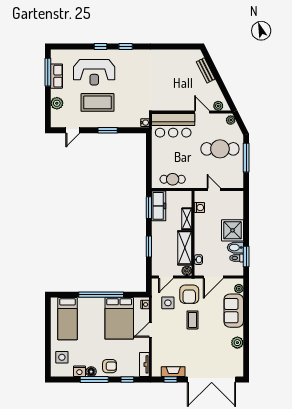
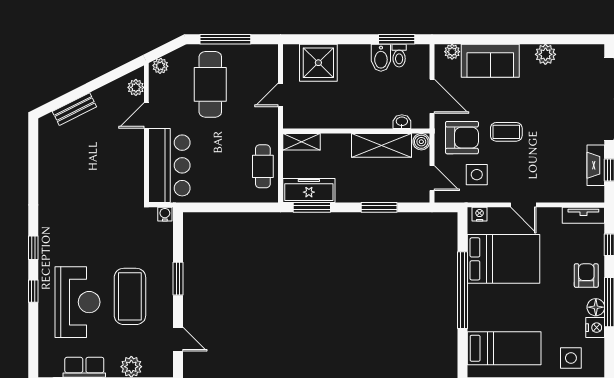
washing machine: (199, 208) -> (312, 120), removed
shelving: (187, 219) -> (301, 142), moved
shower: (232, 230) -> (318, 63), moved

